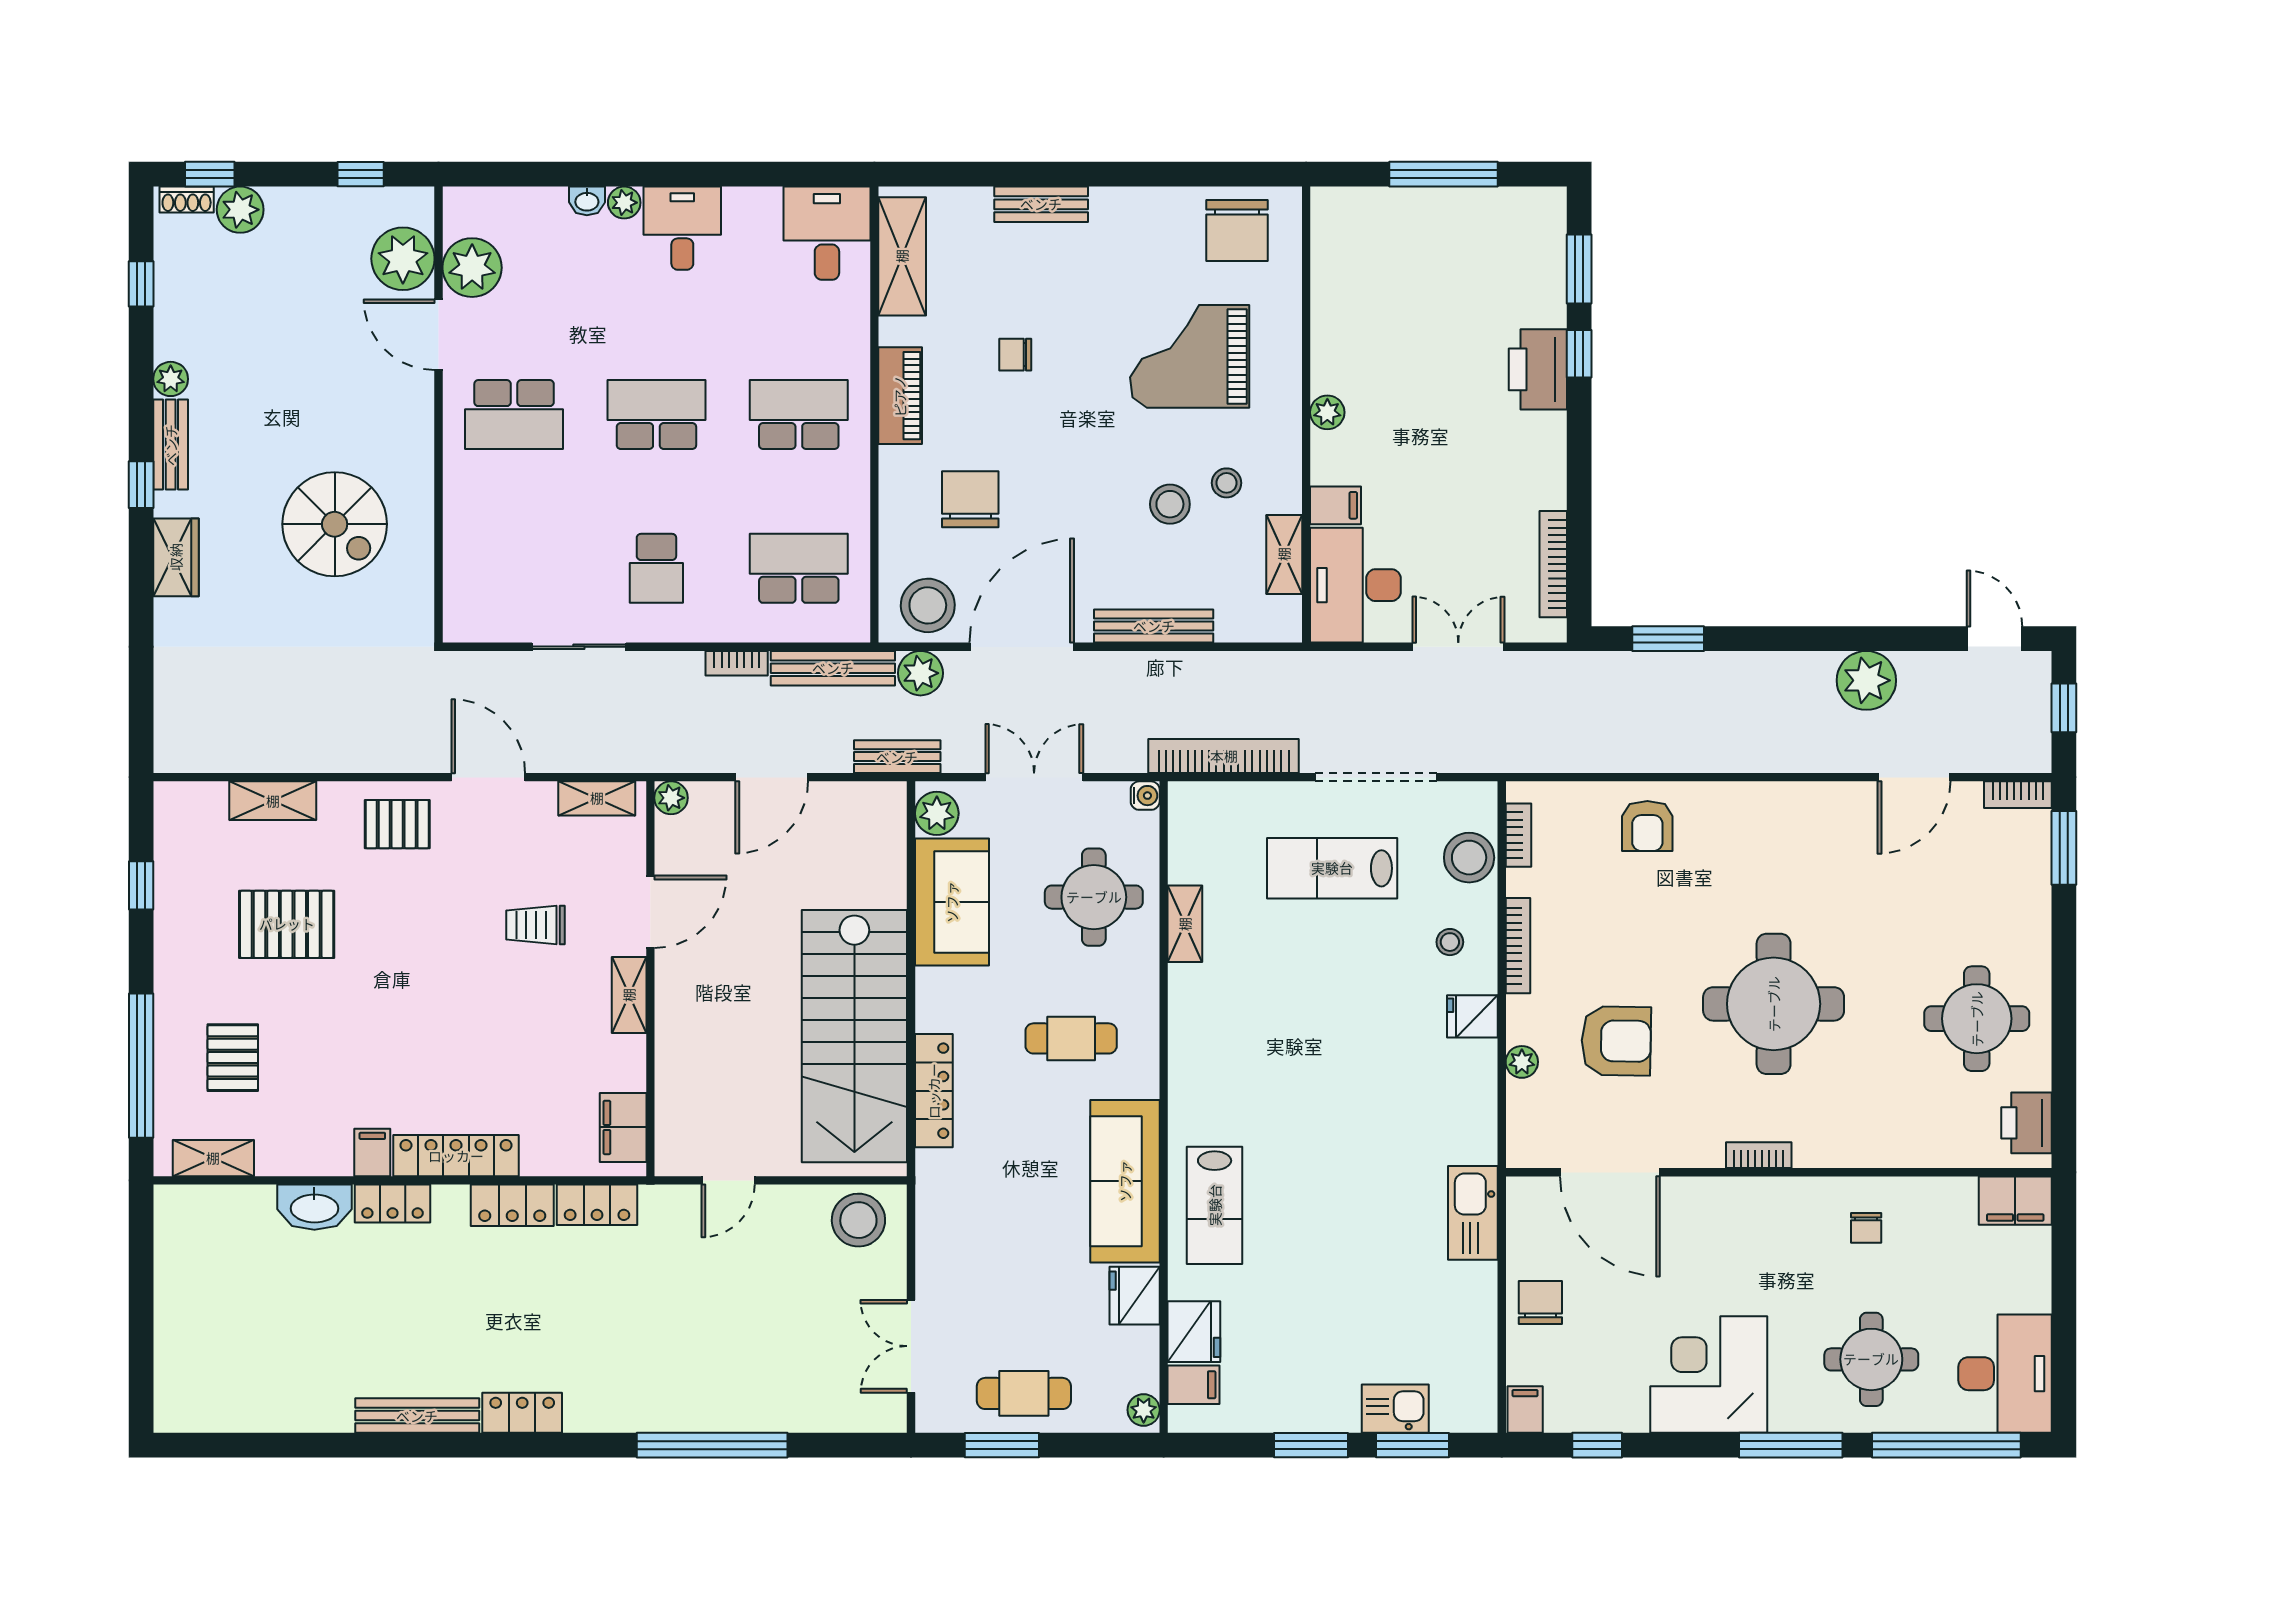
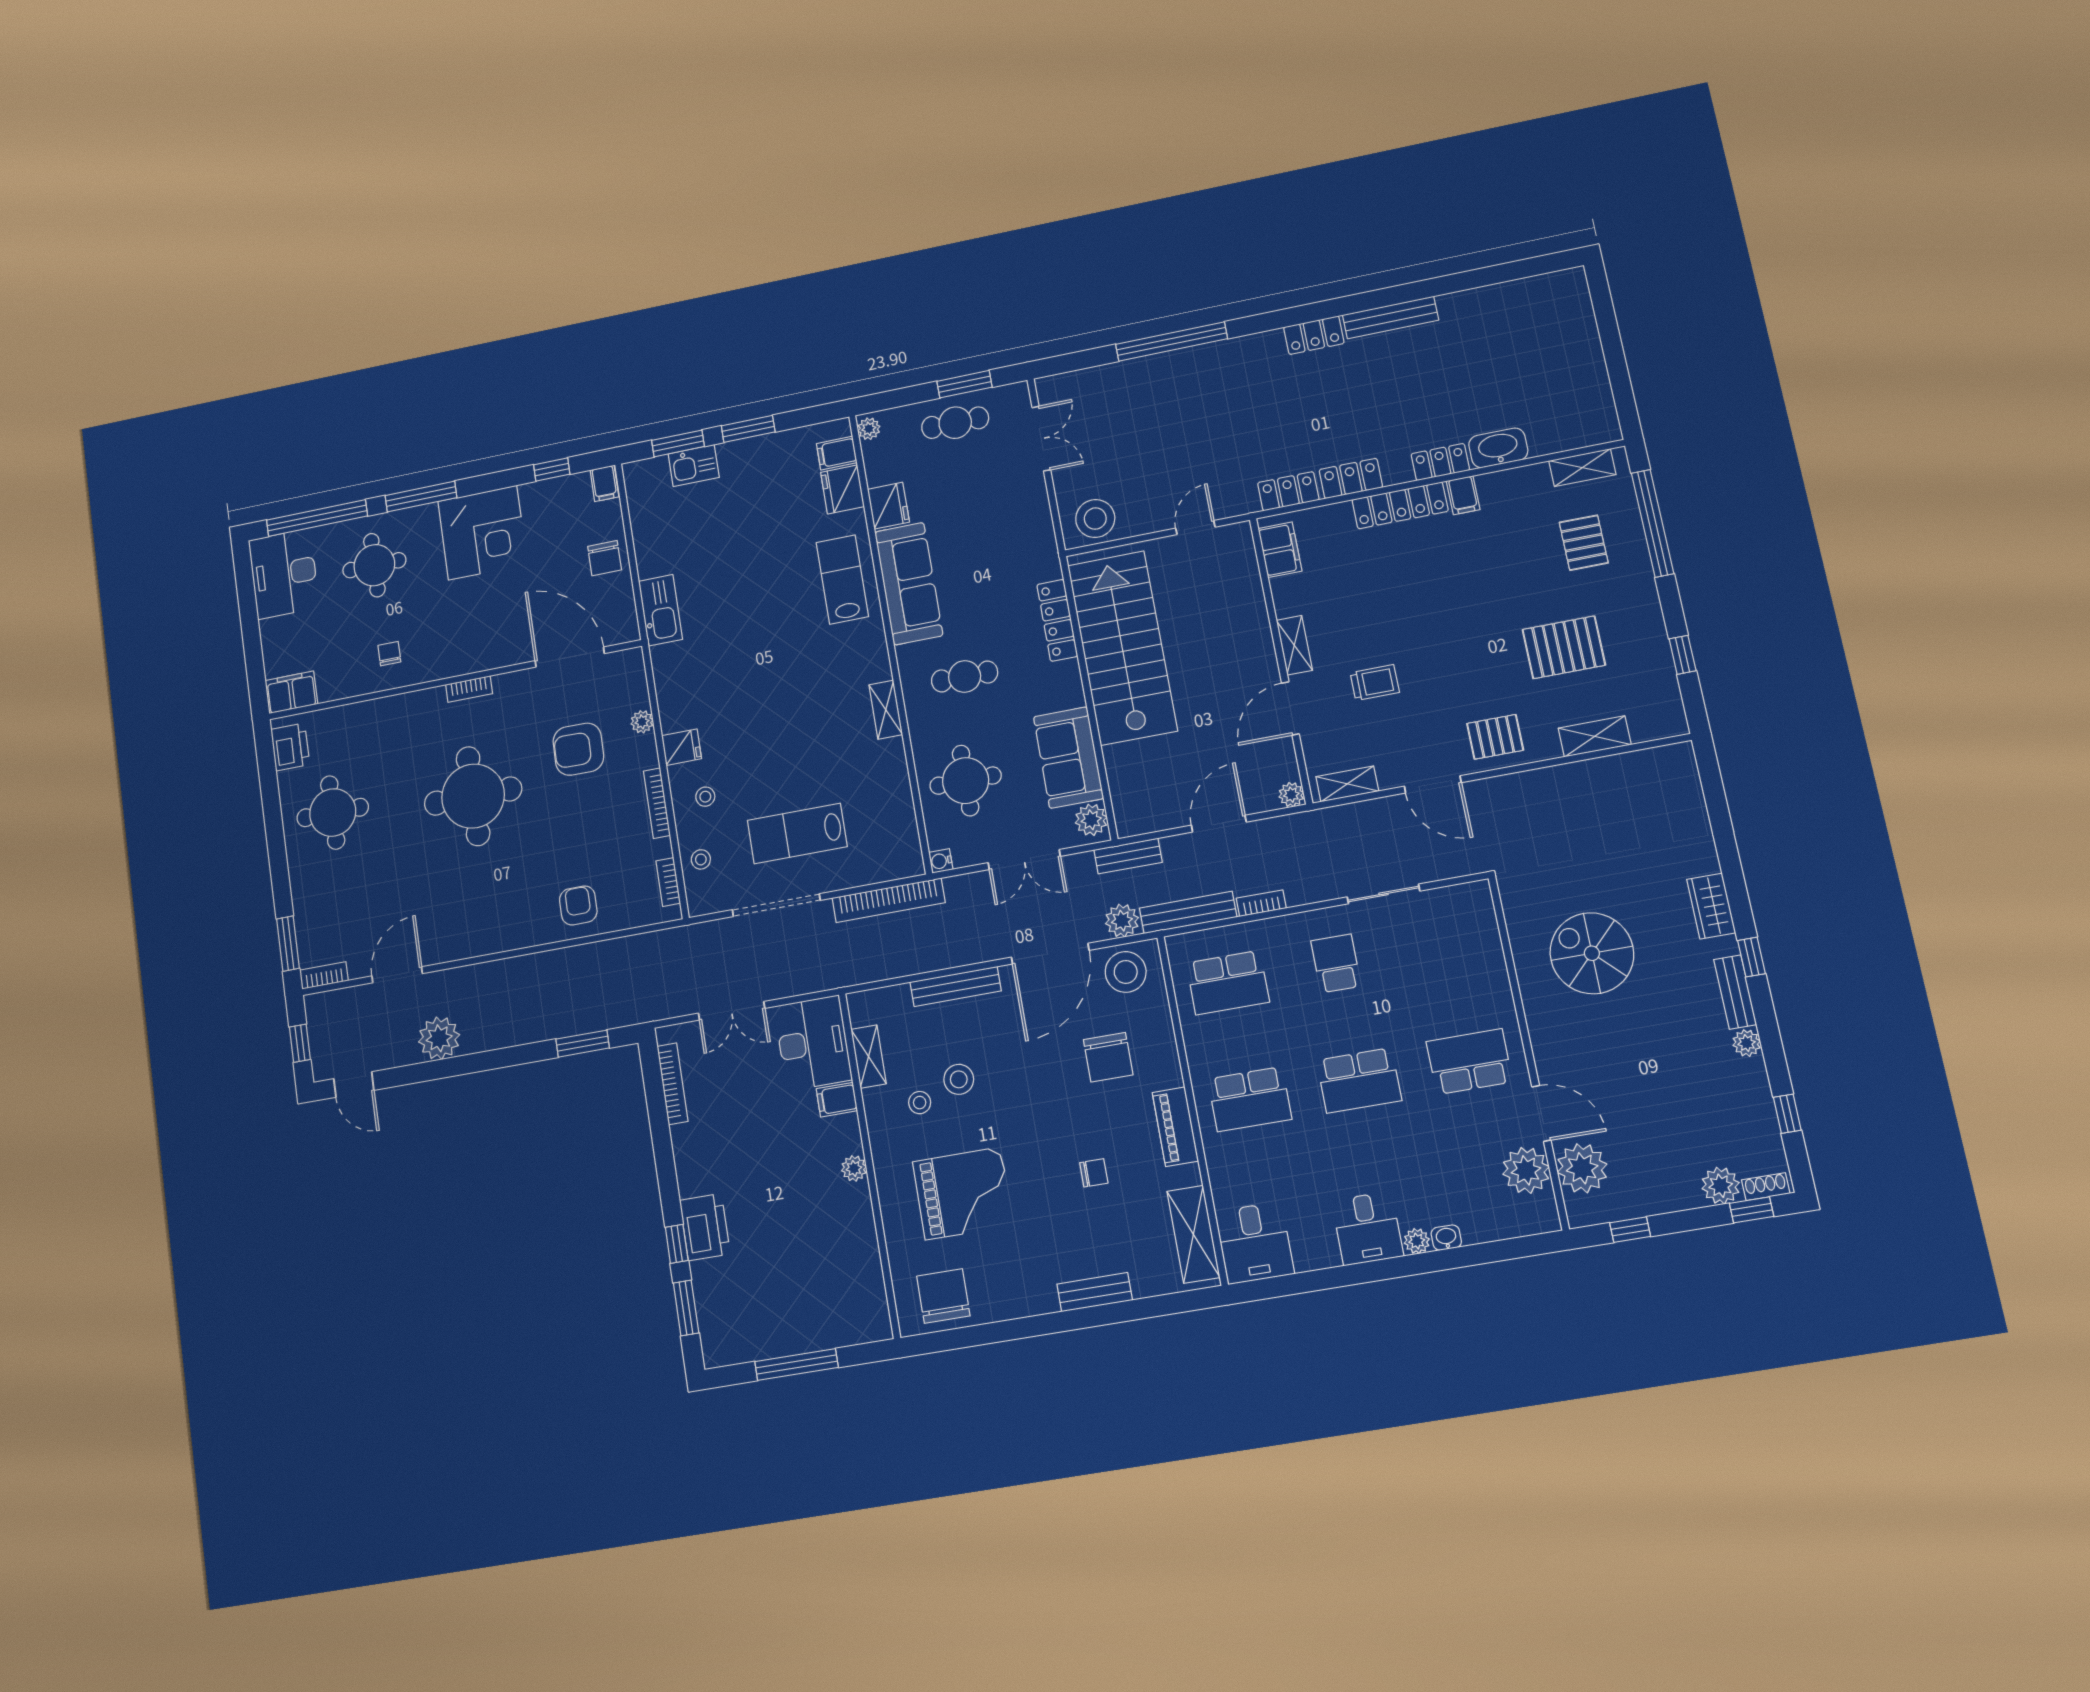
stool: (1469, 858) -> (701, 859), width x0.53, depth x0.53
lab bench: (1332, 868) -> (797, 834), turned 180
shelving: (1185, 924) -> (886, 710), moved

